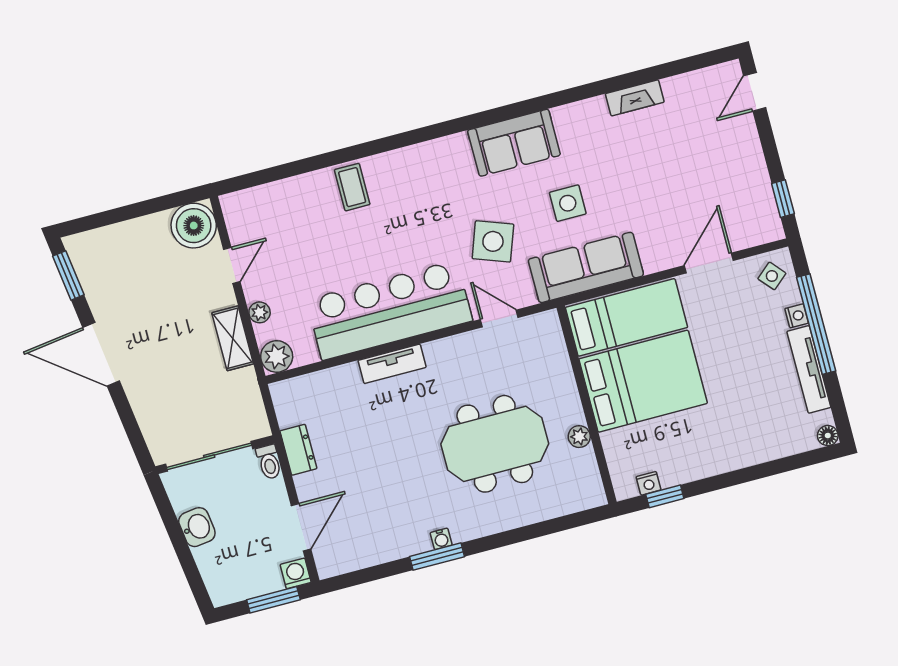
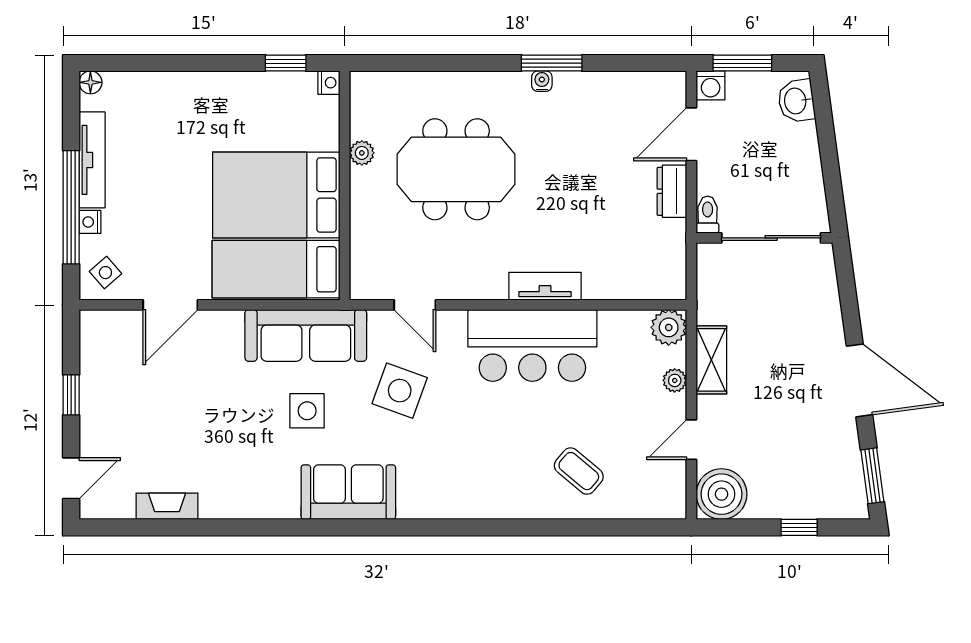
fireplace: (635, 98) -> (167, 506), moved
coffee table: (352, 187) -> (579, 471), moved, turned -50
window: (783, 199) -> (71, 395), moved
window: (120, 215) -> (799, 527), added
bar counter: (389, 310) -> (532, 345), width x0.73
dresser: (298, 450) -> (672, 191), moved
nightstand: (649, 483) -> (329, 83), moved, turned 90
washbasin: (197, 527) -> (796, 101), moved

